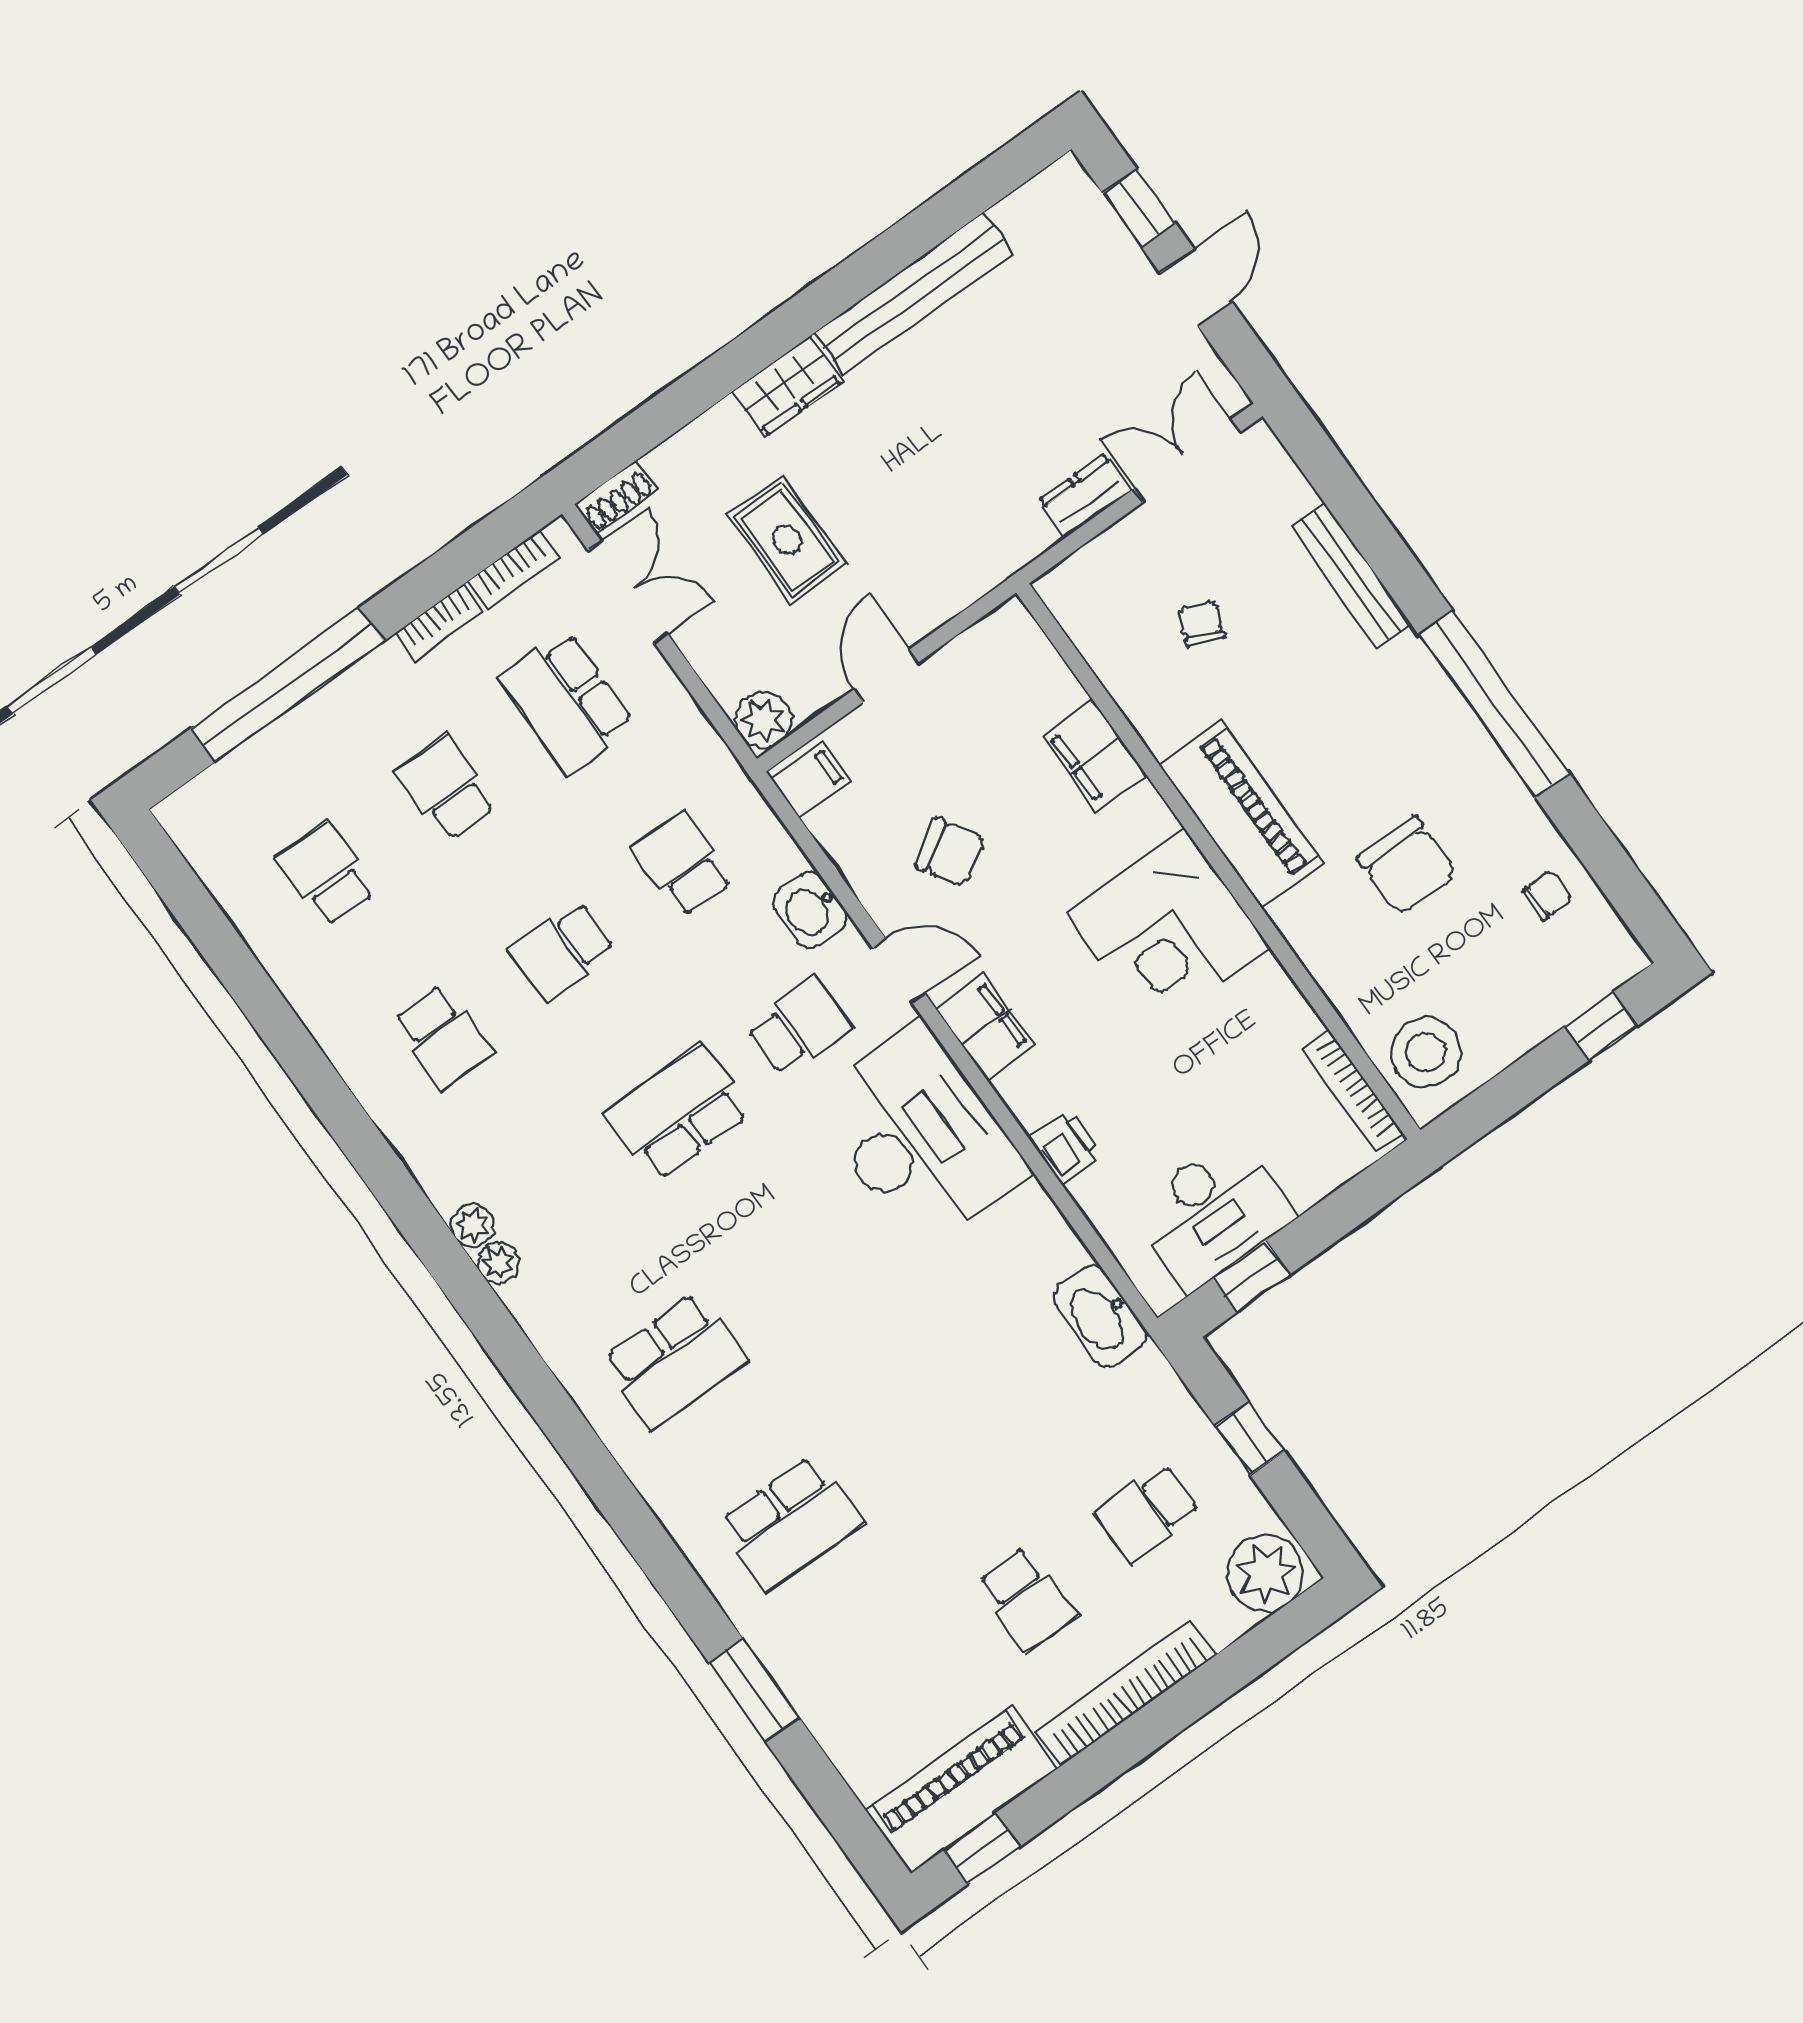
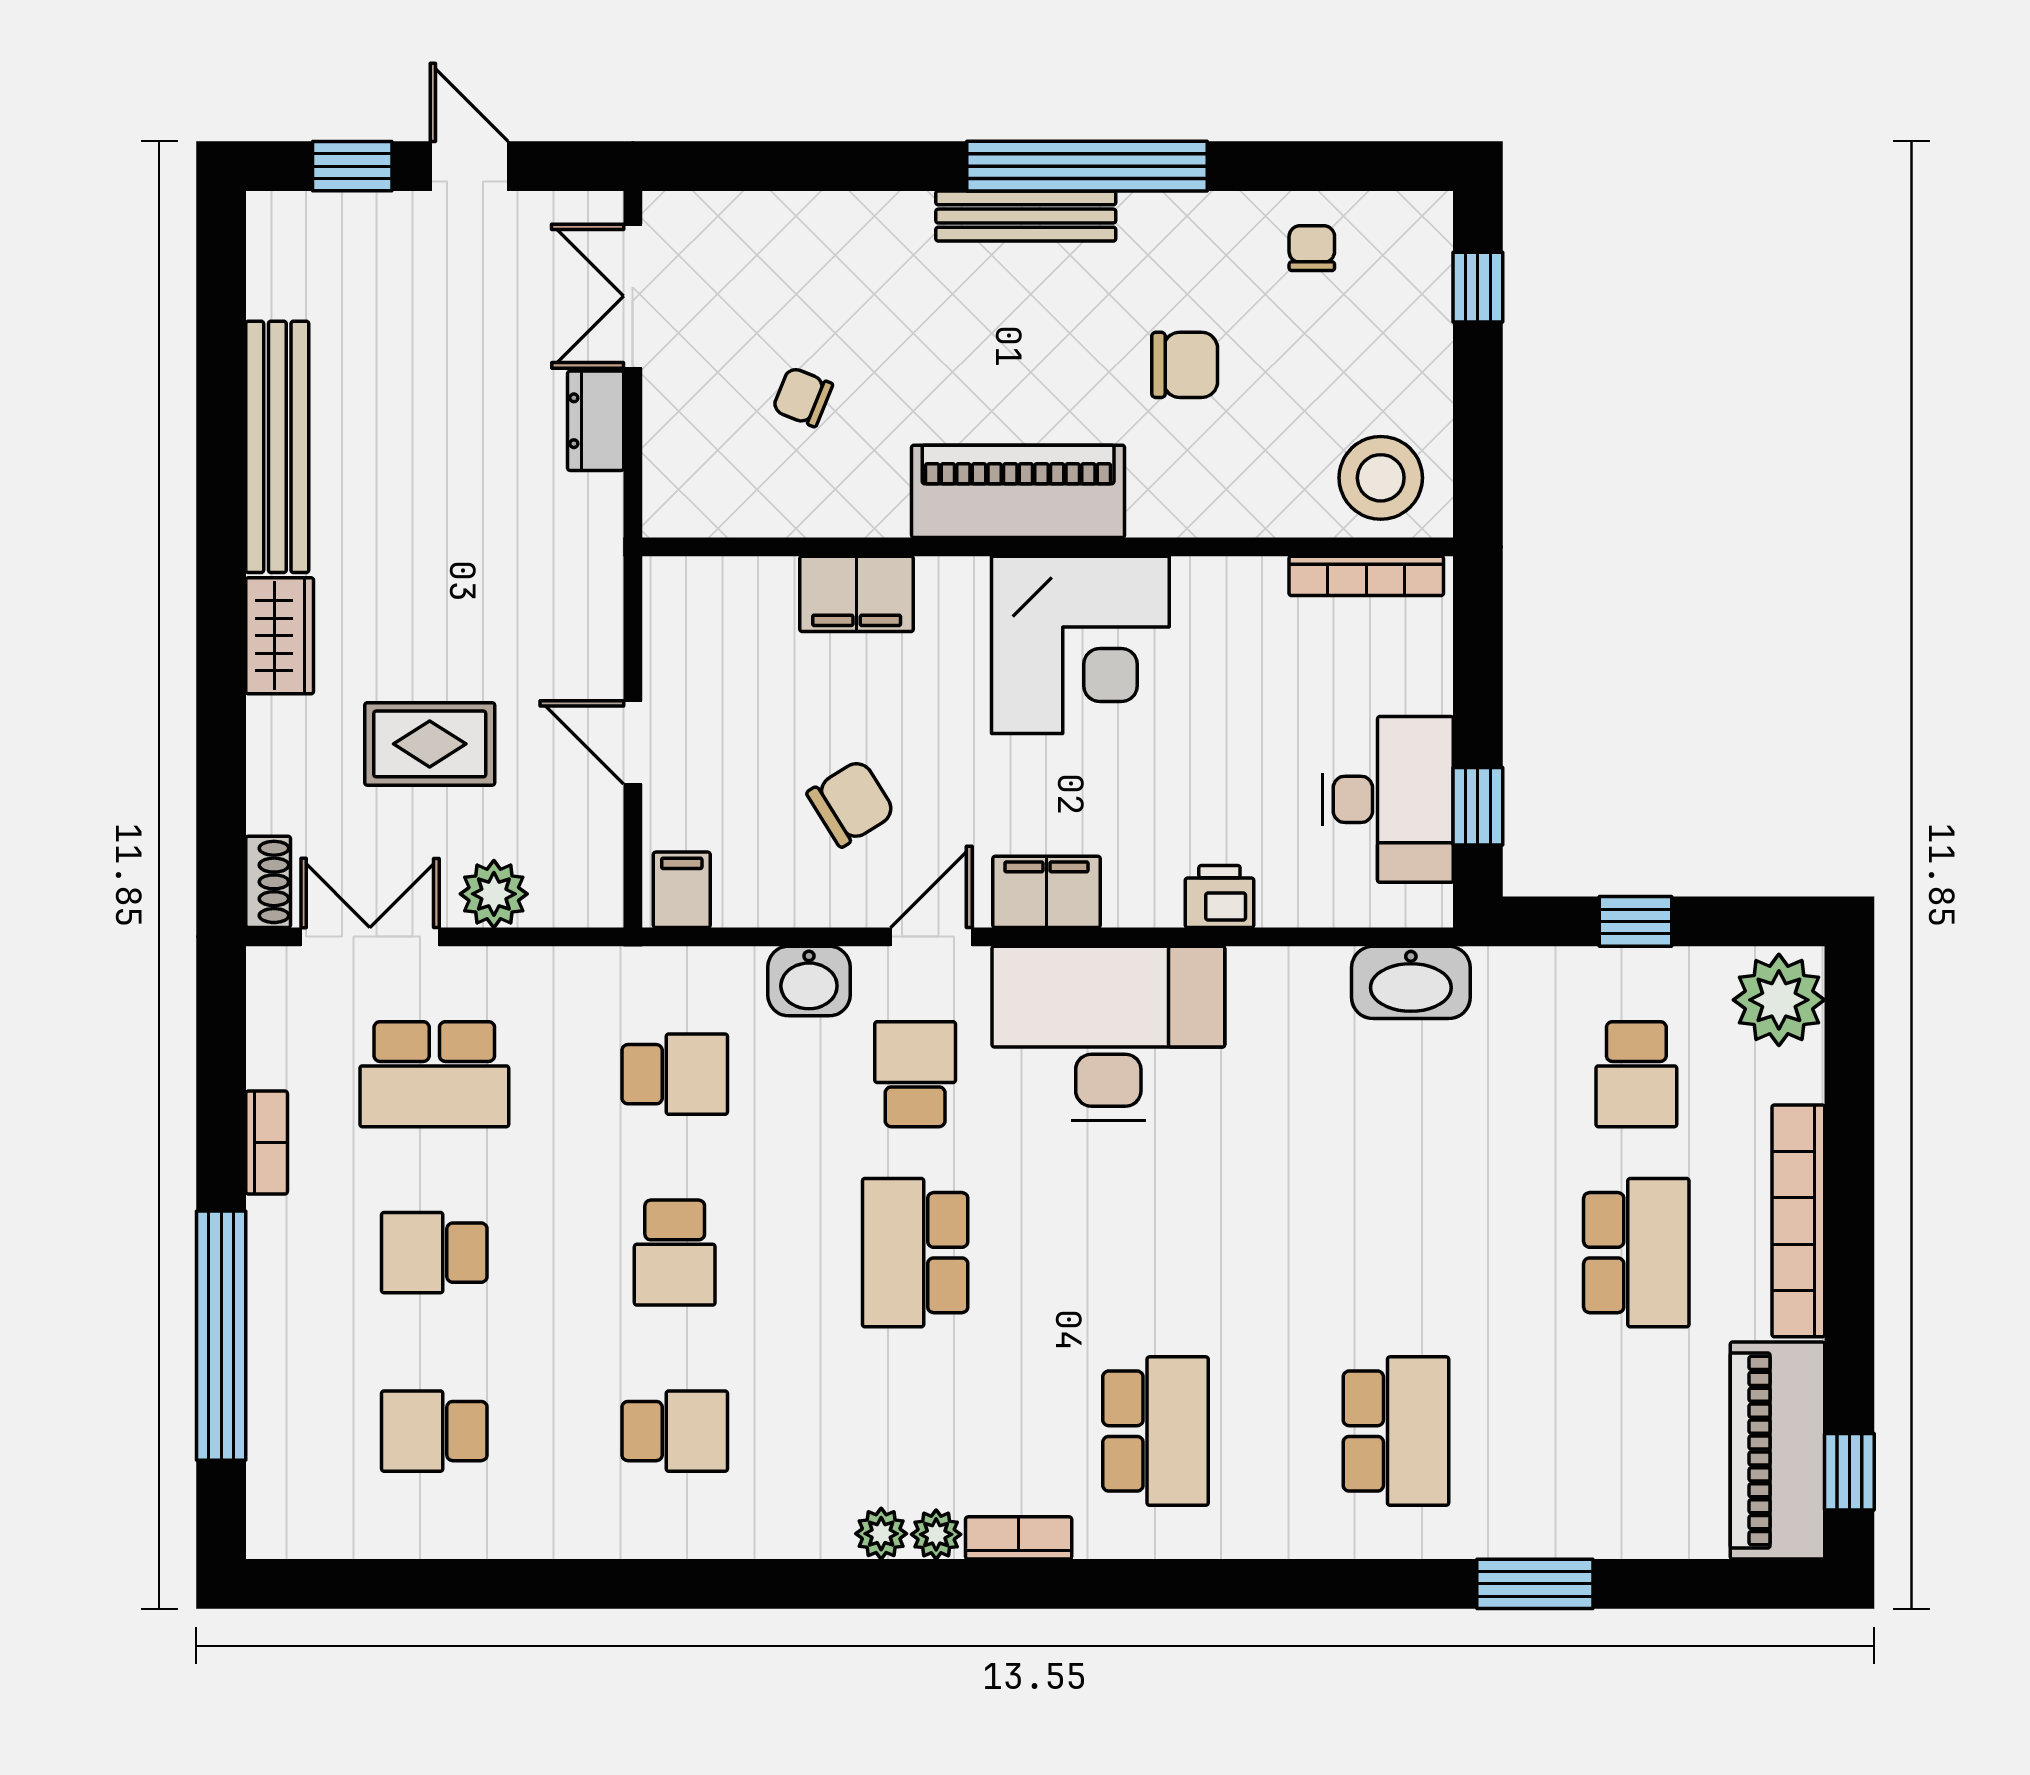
bookcase: (514, 570) -> (1019, 1538), moved, turned -90
bench: (1351, 575) -> (1026, 216), moved
plant: (763, 720) -> (494, 894), moved
school desk: (683, 864) -> (675, 1074), turned 180
chair: (1407, 866) -> (1185, 365), width x0.73, depth x0.73
school desk: (1027, 1599) -> (1636, 1253), width x1.85

